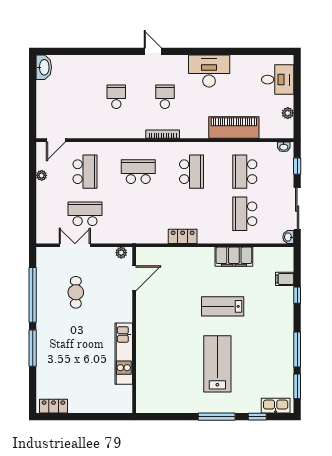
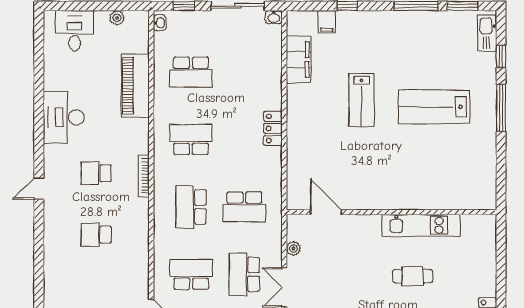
school desk: (245, 214) -> (244, 207), moved
locker: (183, 236) -> (273, 128), moved
plant: (121, 253) -> (293, 248), moved
filing cabinet: (234, 257) -> (299, 59), moved
cafe table: (76, 292) -> (413, 276), moved

